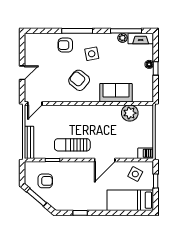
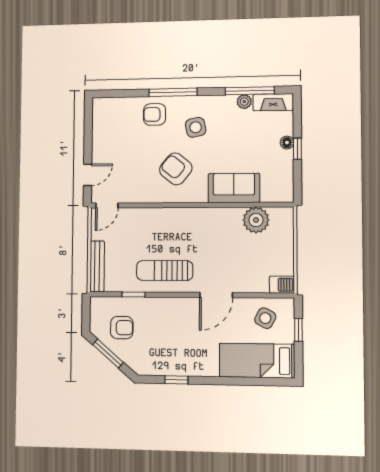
door: (22, 73) -> (88, 175), moved

